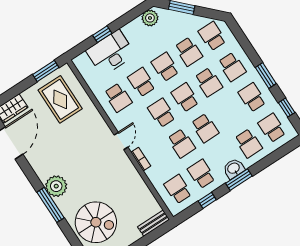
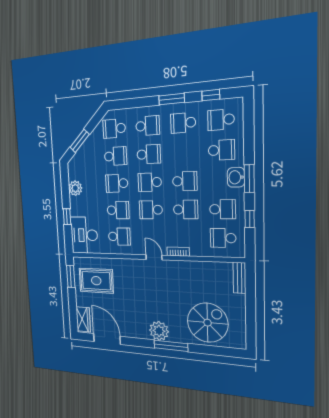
plant: (150, 18) -> (75, 188), moved
desk: (111, 53) -> (84, 235), moved
school desk: (142, 82) -> (118, 210), turned 180
school desk: (201, 174) -> (223, 209), turned 180

